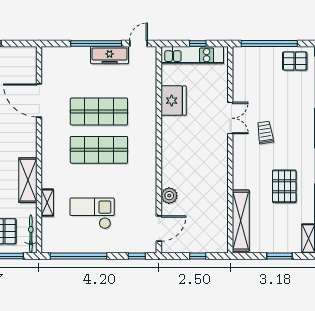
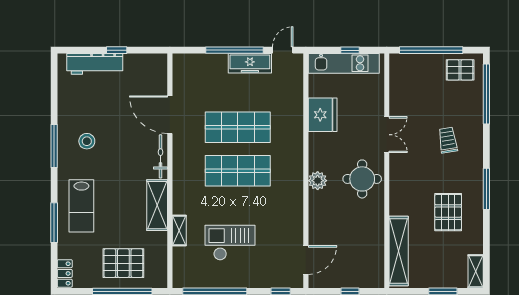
trolley: (265, 133) -> (448, 140), moved
round table: (208, 157) -> (362, 179), added
plant: (169, 196) -> (318, 181), moved
bicycle: (31, 234) -> (161, 156), moved

